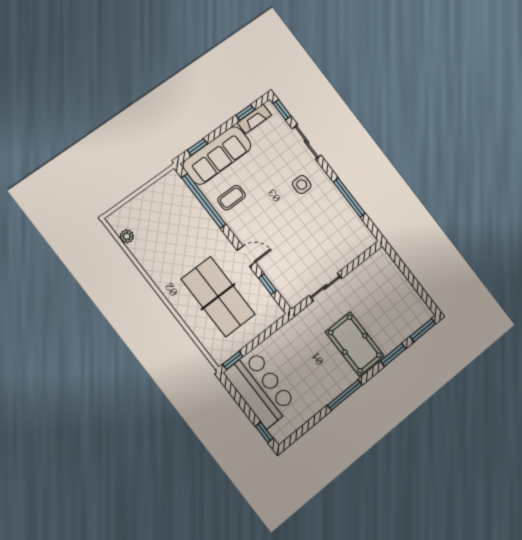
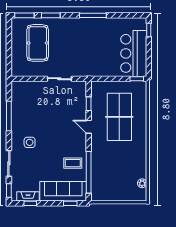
pool table: (355, 344) -> (38, 43), moved

